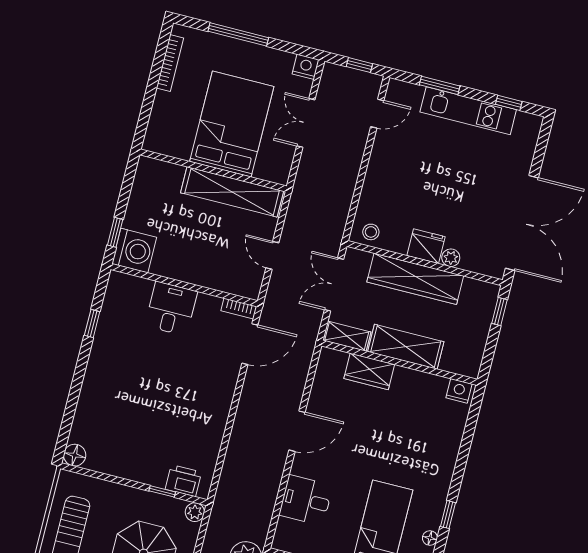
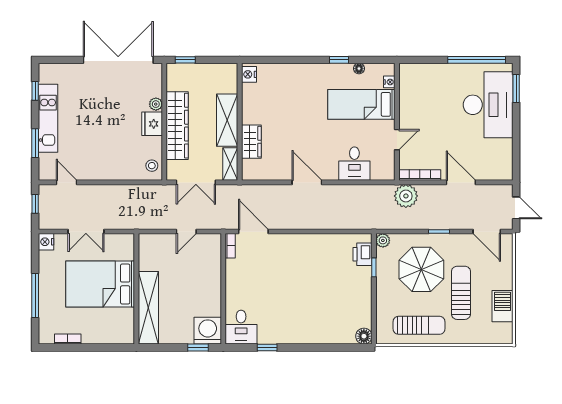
bookcase: (170, 63) -> (68, 339), width x0.64
shelving: (232, 192) -> (148, 308), moved
desk: (171, 309) -> (241, 327), moved, turned -90

